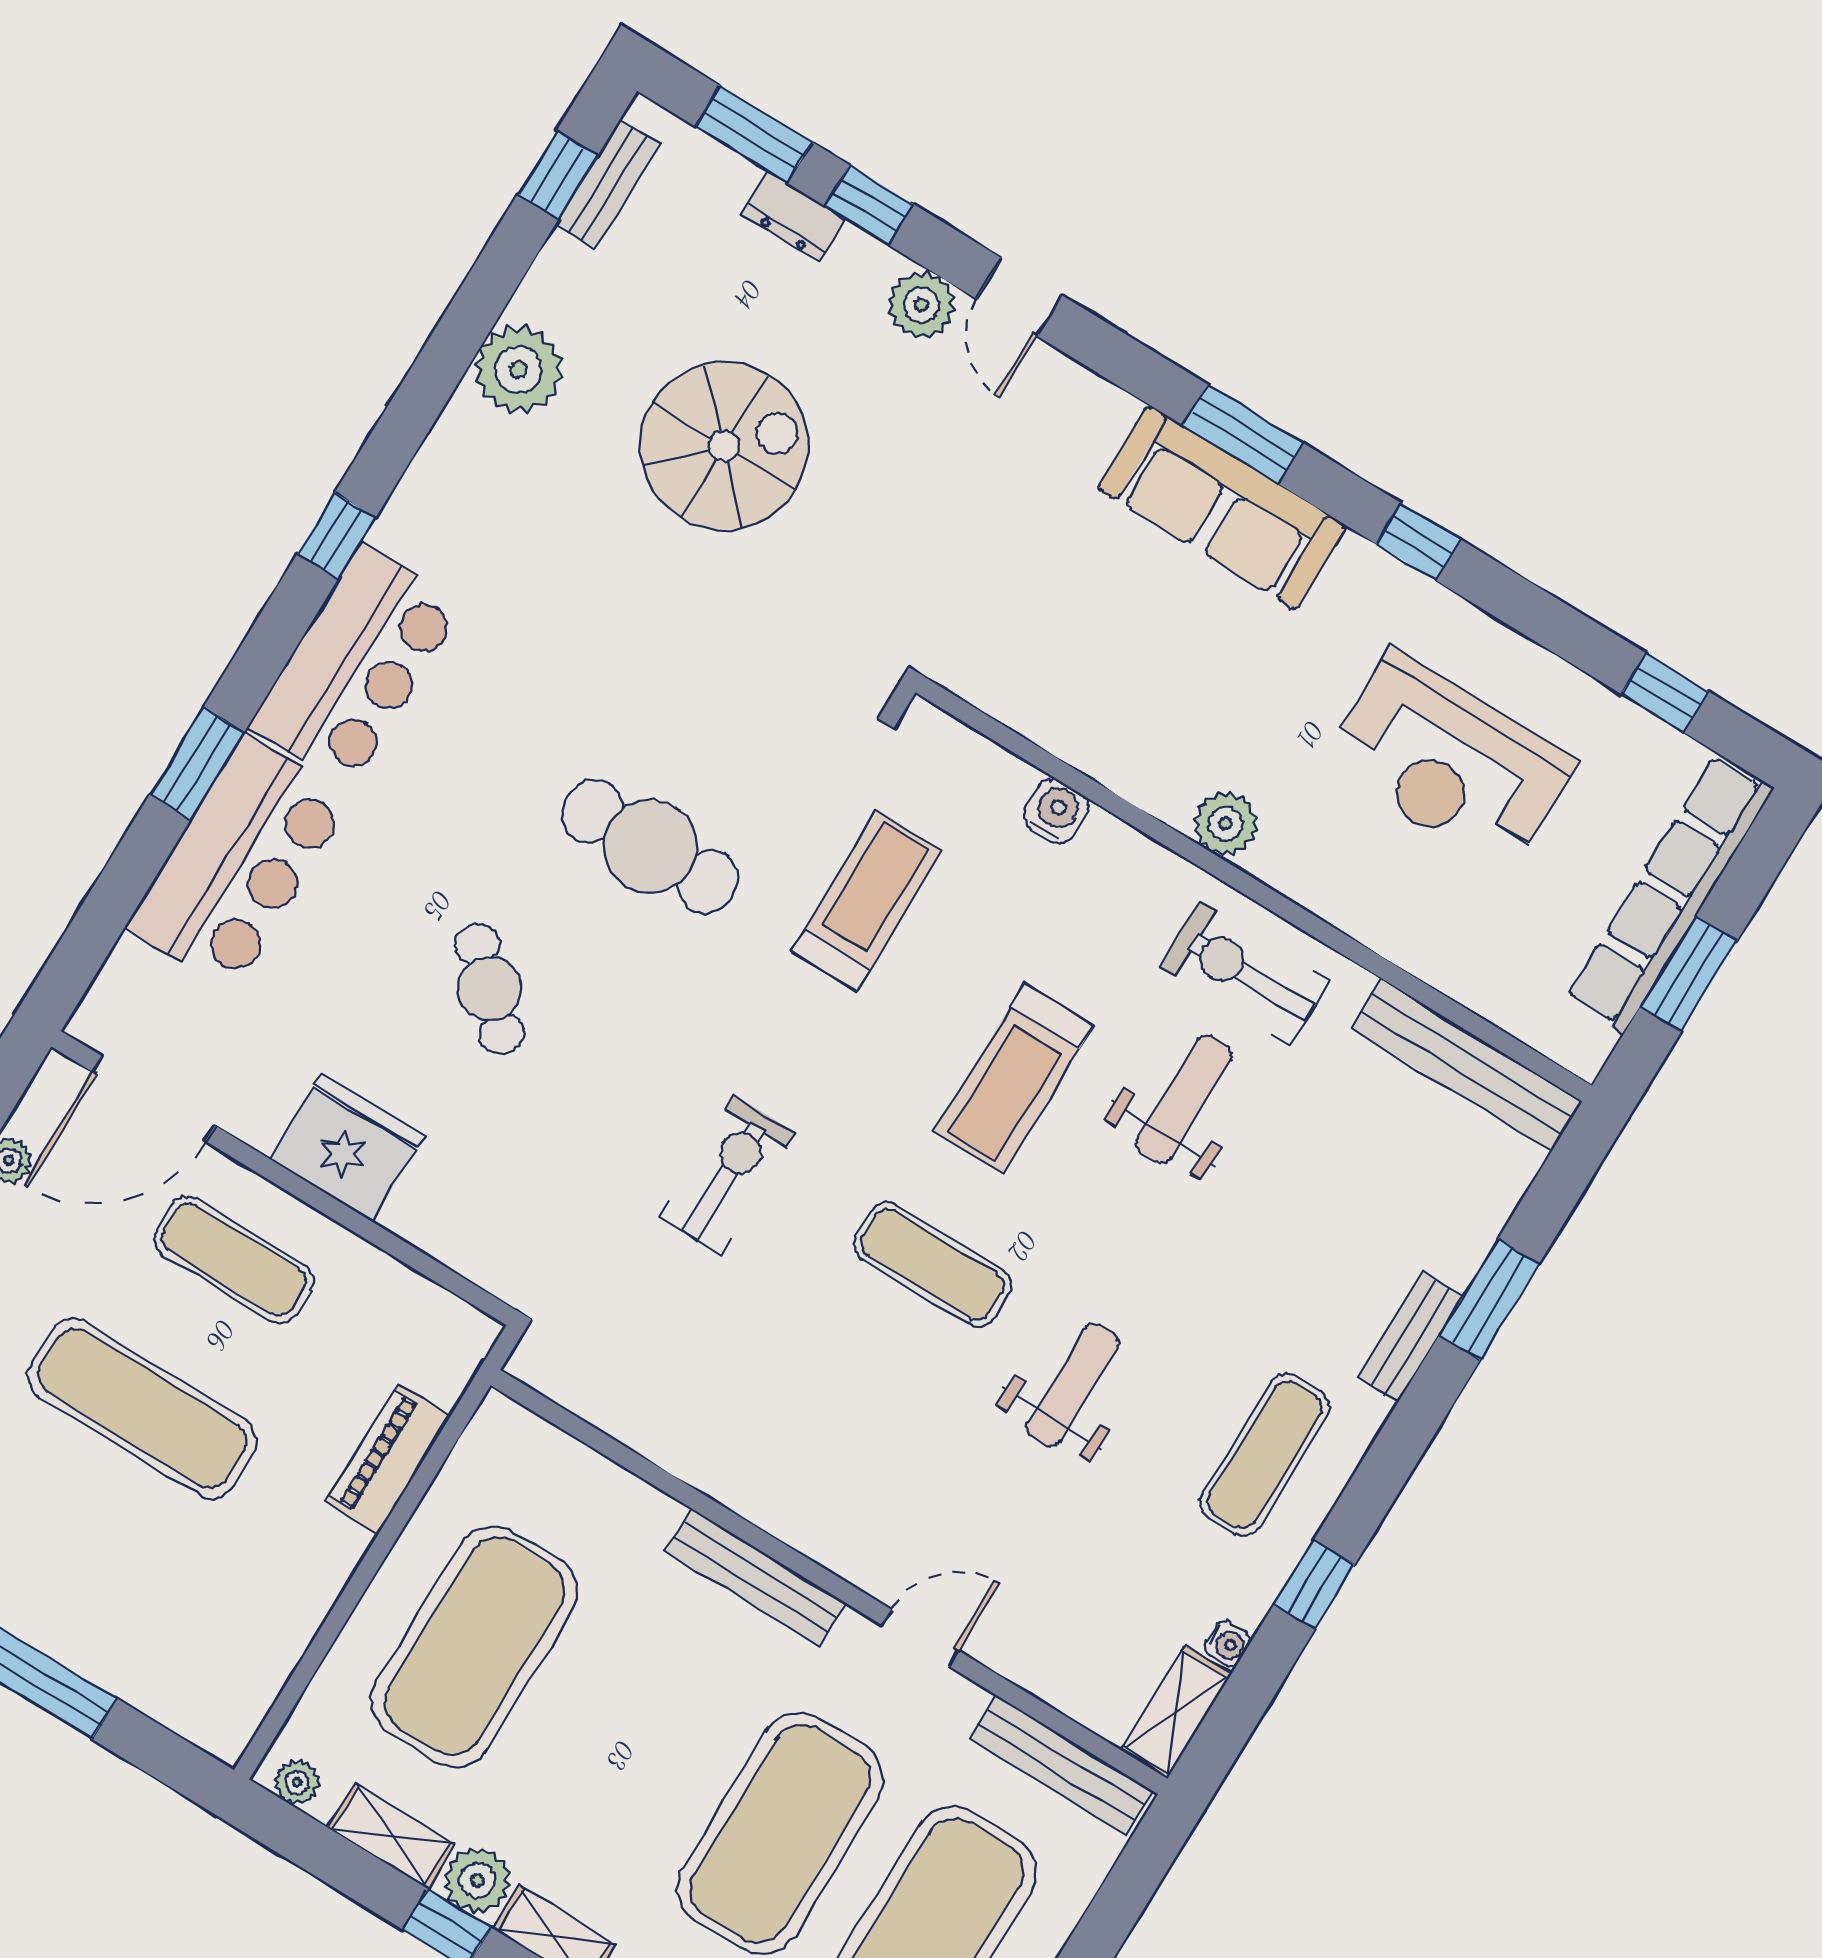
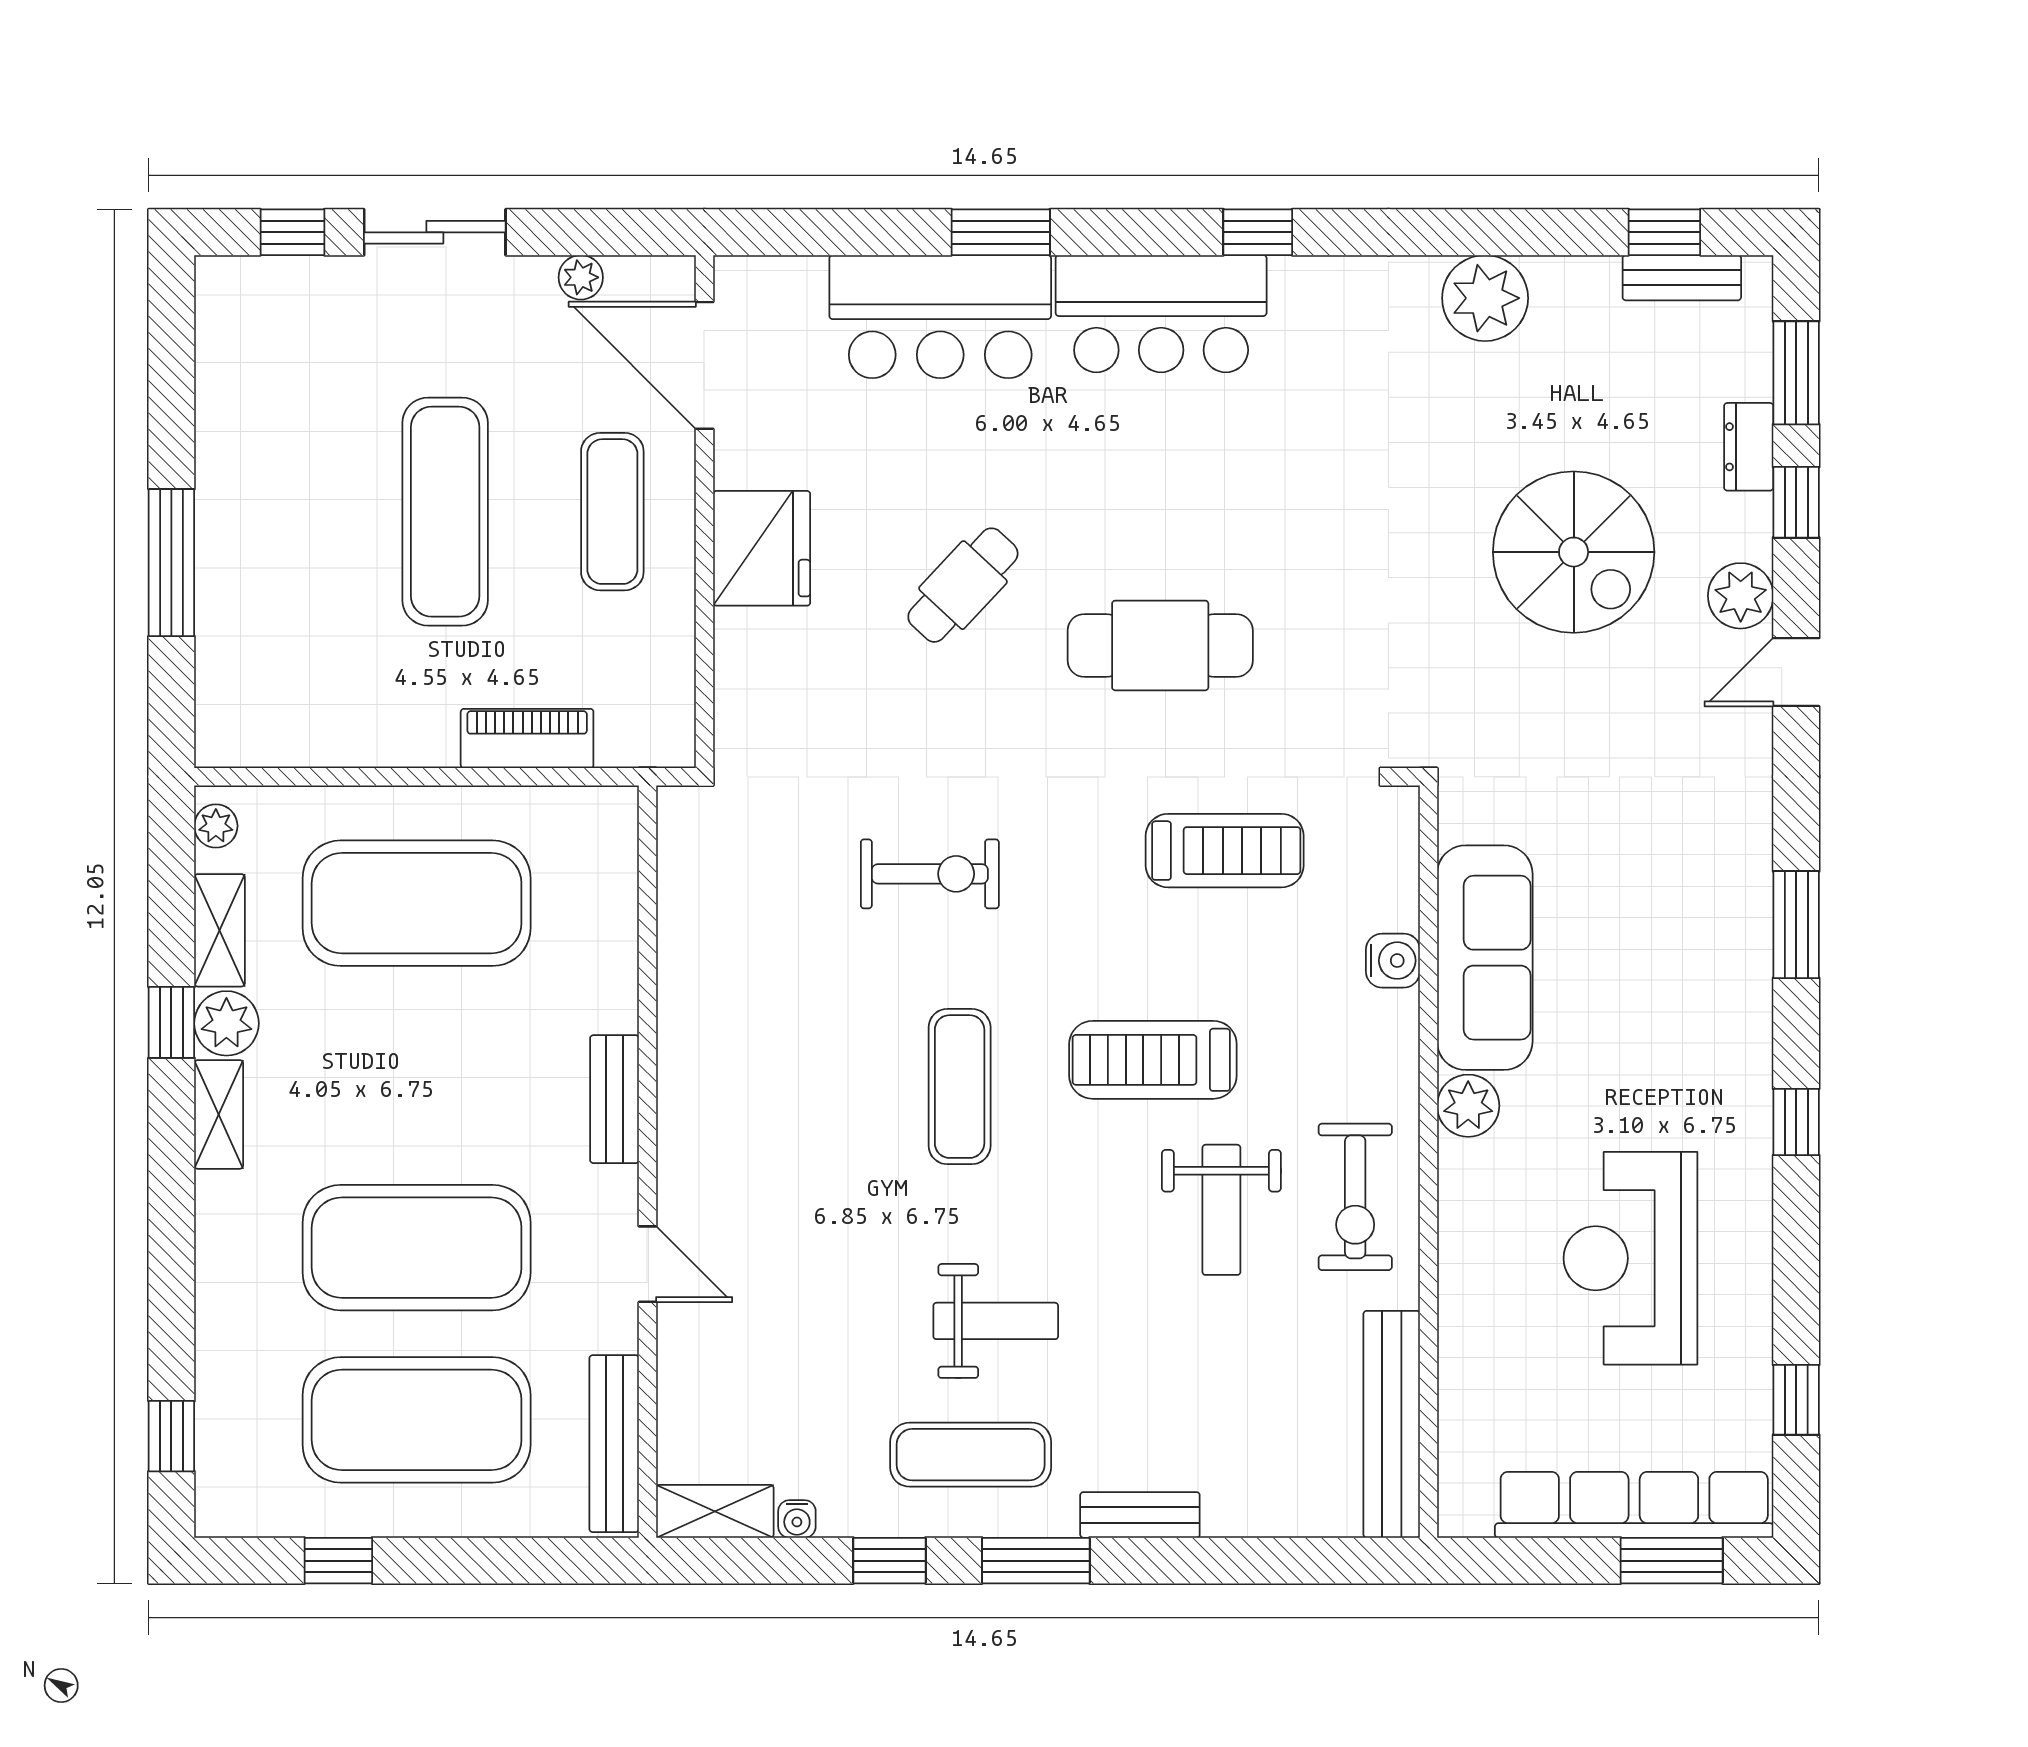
spiral stairs: (724, 446) -> (1574, 552), moved
sofa: (1222, 507) -> (1485, 958), moved, turned 180
cafe table: (650, 847) -> (1160, 645), turned 90
exercise bike: (1245, 973) -> (1355, 1197), turned 180
window: (1689, 974) -> (1672, 1561), moved
weight bench: (1184, 1099) -> (1221, 1210), turned 90
window: (1489, 1300) -> (1036, 1561), moved
weight bench: (1073, 1385) -> (996, 1321), moved
bench: (756, 1577) -> (614, 1099), width x0.73

